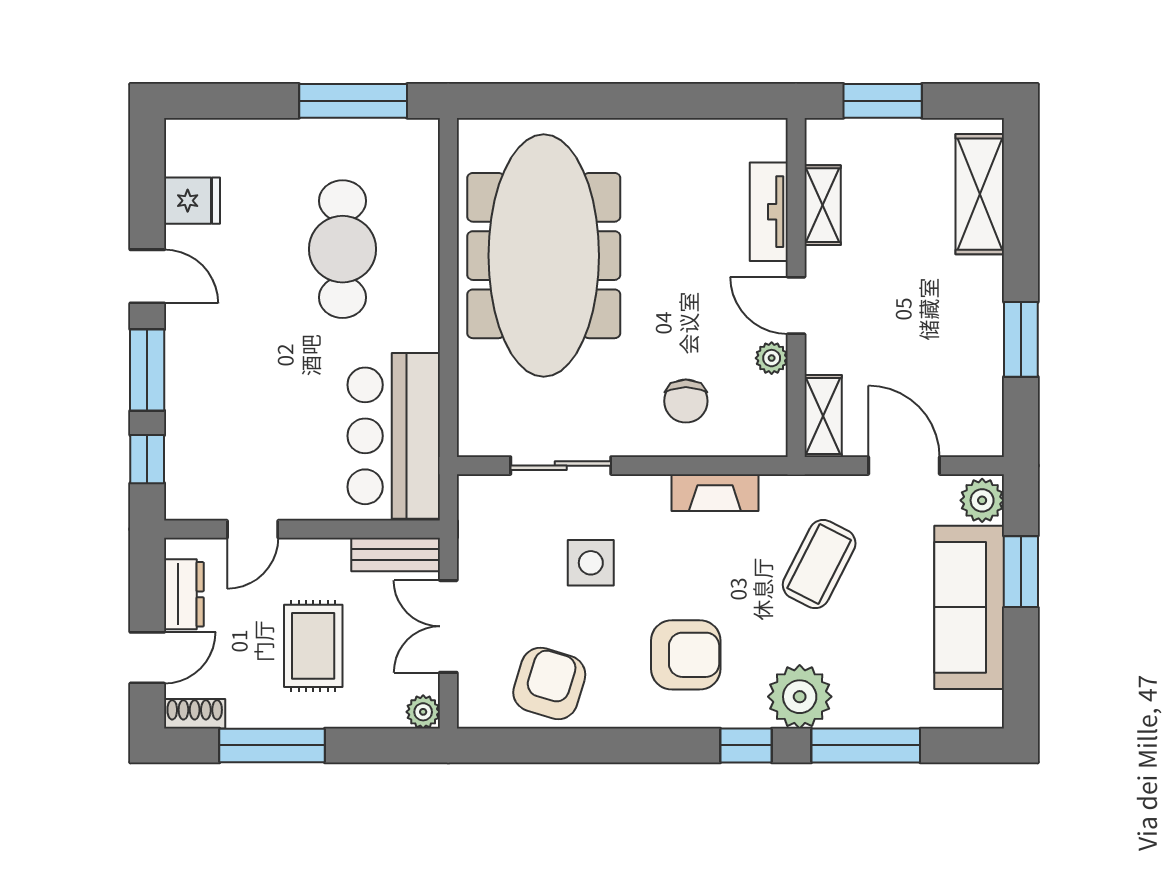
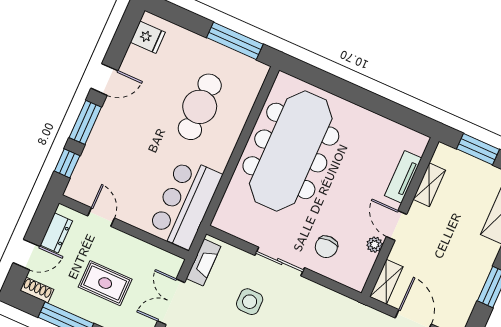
fridge: (192, 201) -> (148, 37), moved
door: (147, 276) -> (104, 79), hinge flipped
sliding door: (561, 466) -> (280, 262), moved
fireplace: (715, 493) -> (204, 262), moved, turned -90
door: (253, 529) -> (101, 217), swing flipped
bench: (396, 555) -> (162, 258), removed
rug: (313, 646) -> (105, 283), turned 90

